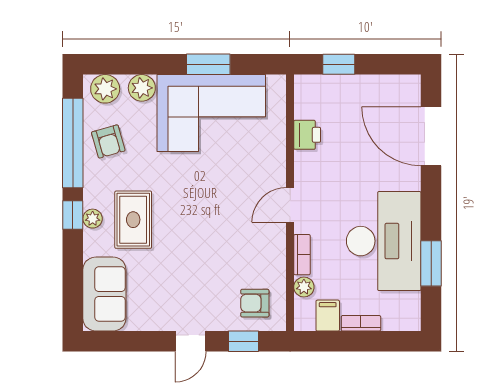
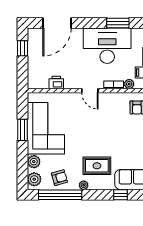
window: (339, 64) -> (22, 48), moved
window: (73, 215) -> (120, 195), moved
plant: (93, 219) -> (84, 185), moved

